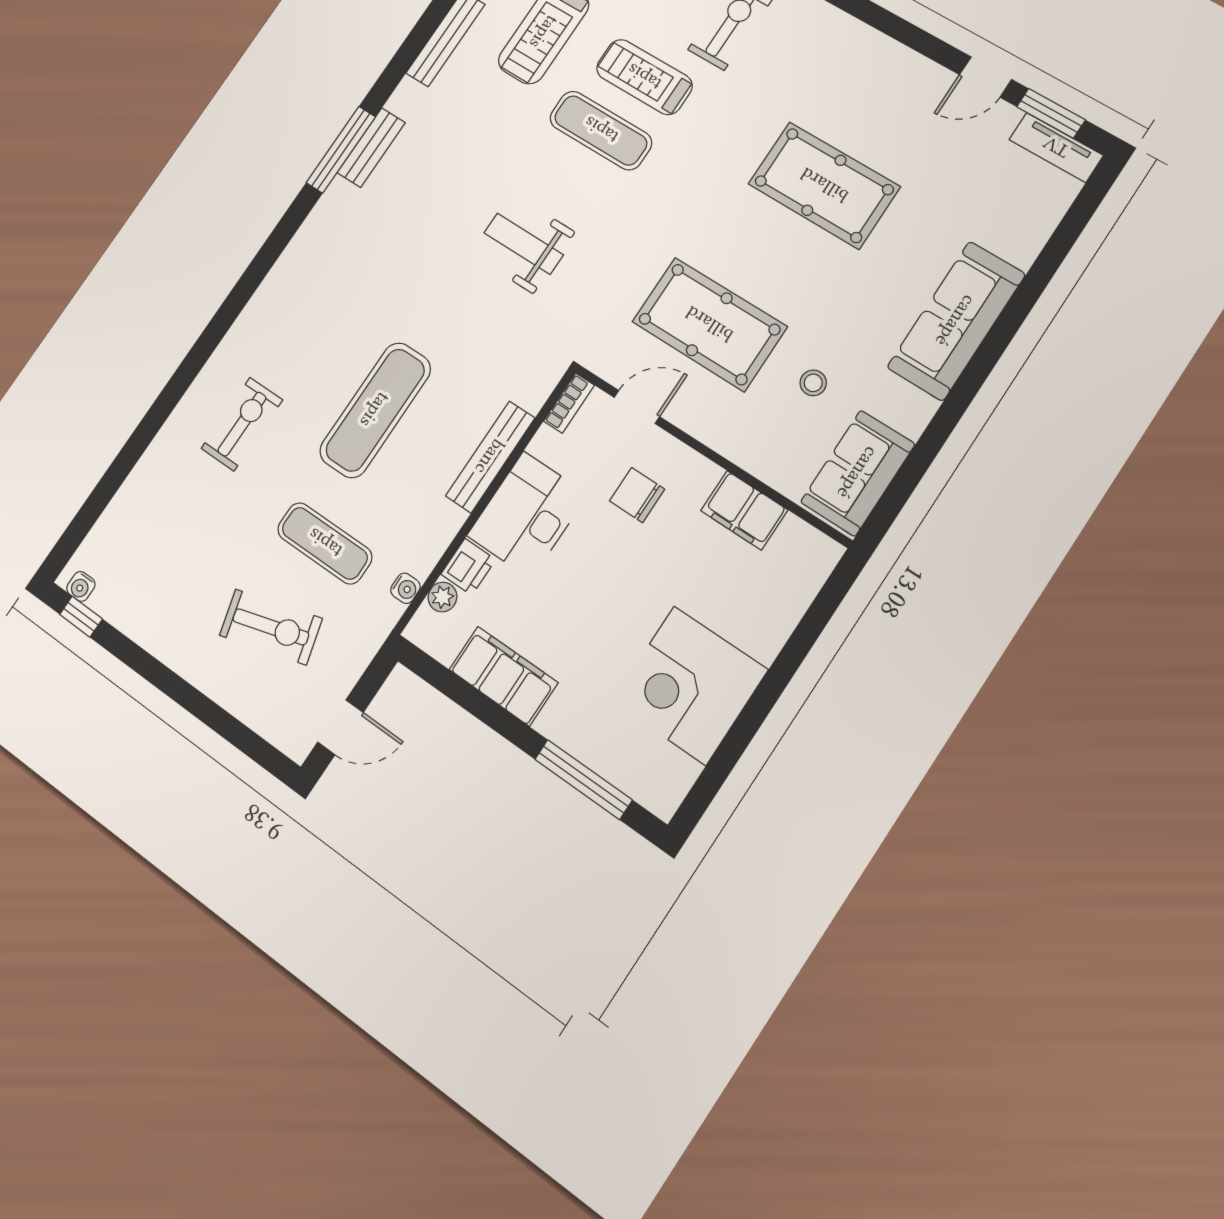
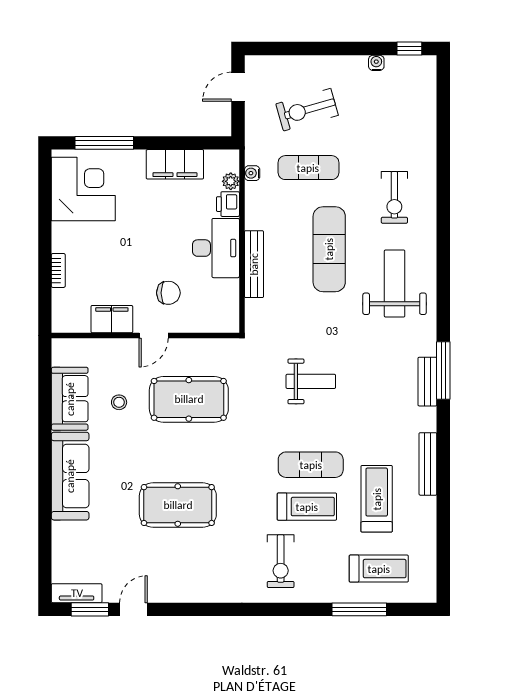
weight bench: (323, 306) -> (395, 284), added
bookcase: (569, 403) -> (58, 270), moved, turned 180
door: (637, 407) -> (154, 336), moved
sofa: (858, 473) -> (70, 399), moved
water cooler: (81, 586) -> (376, 63), moved
corner desk: (690, 685) -> (83, 189), moved

